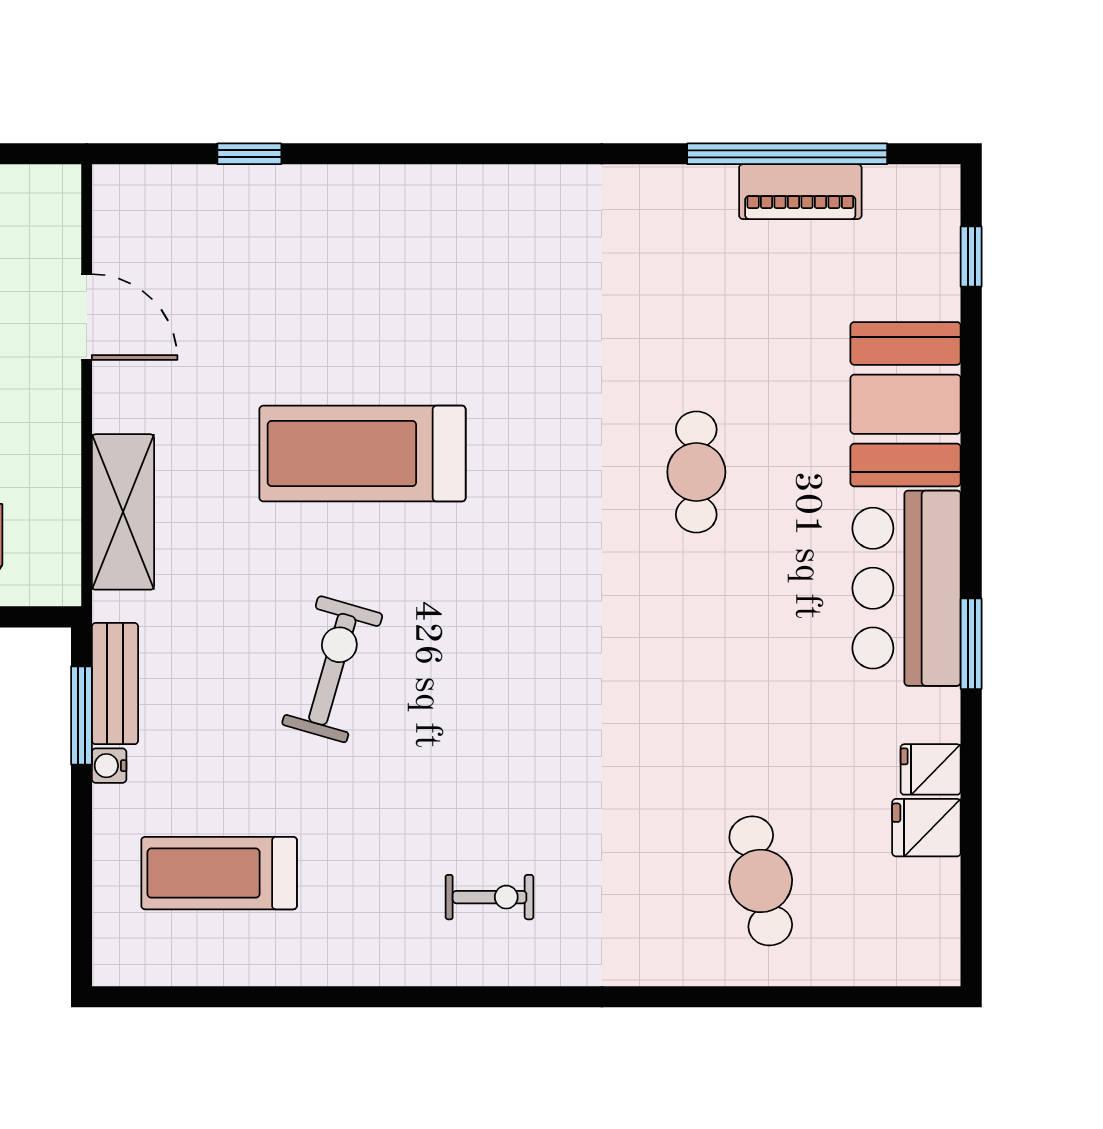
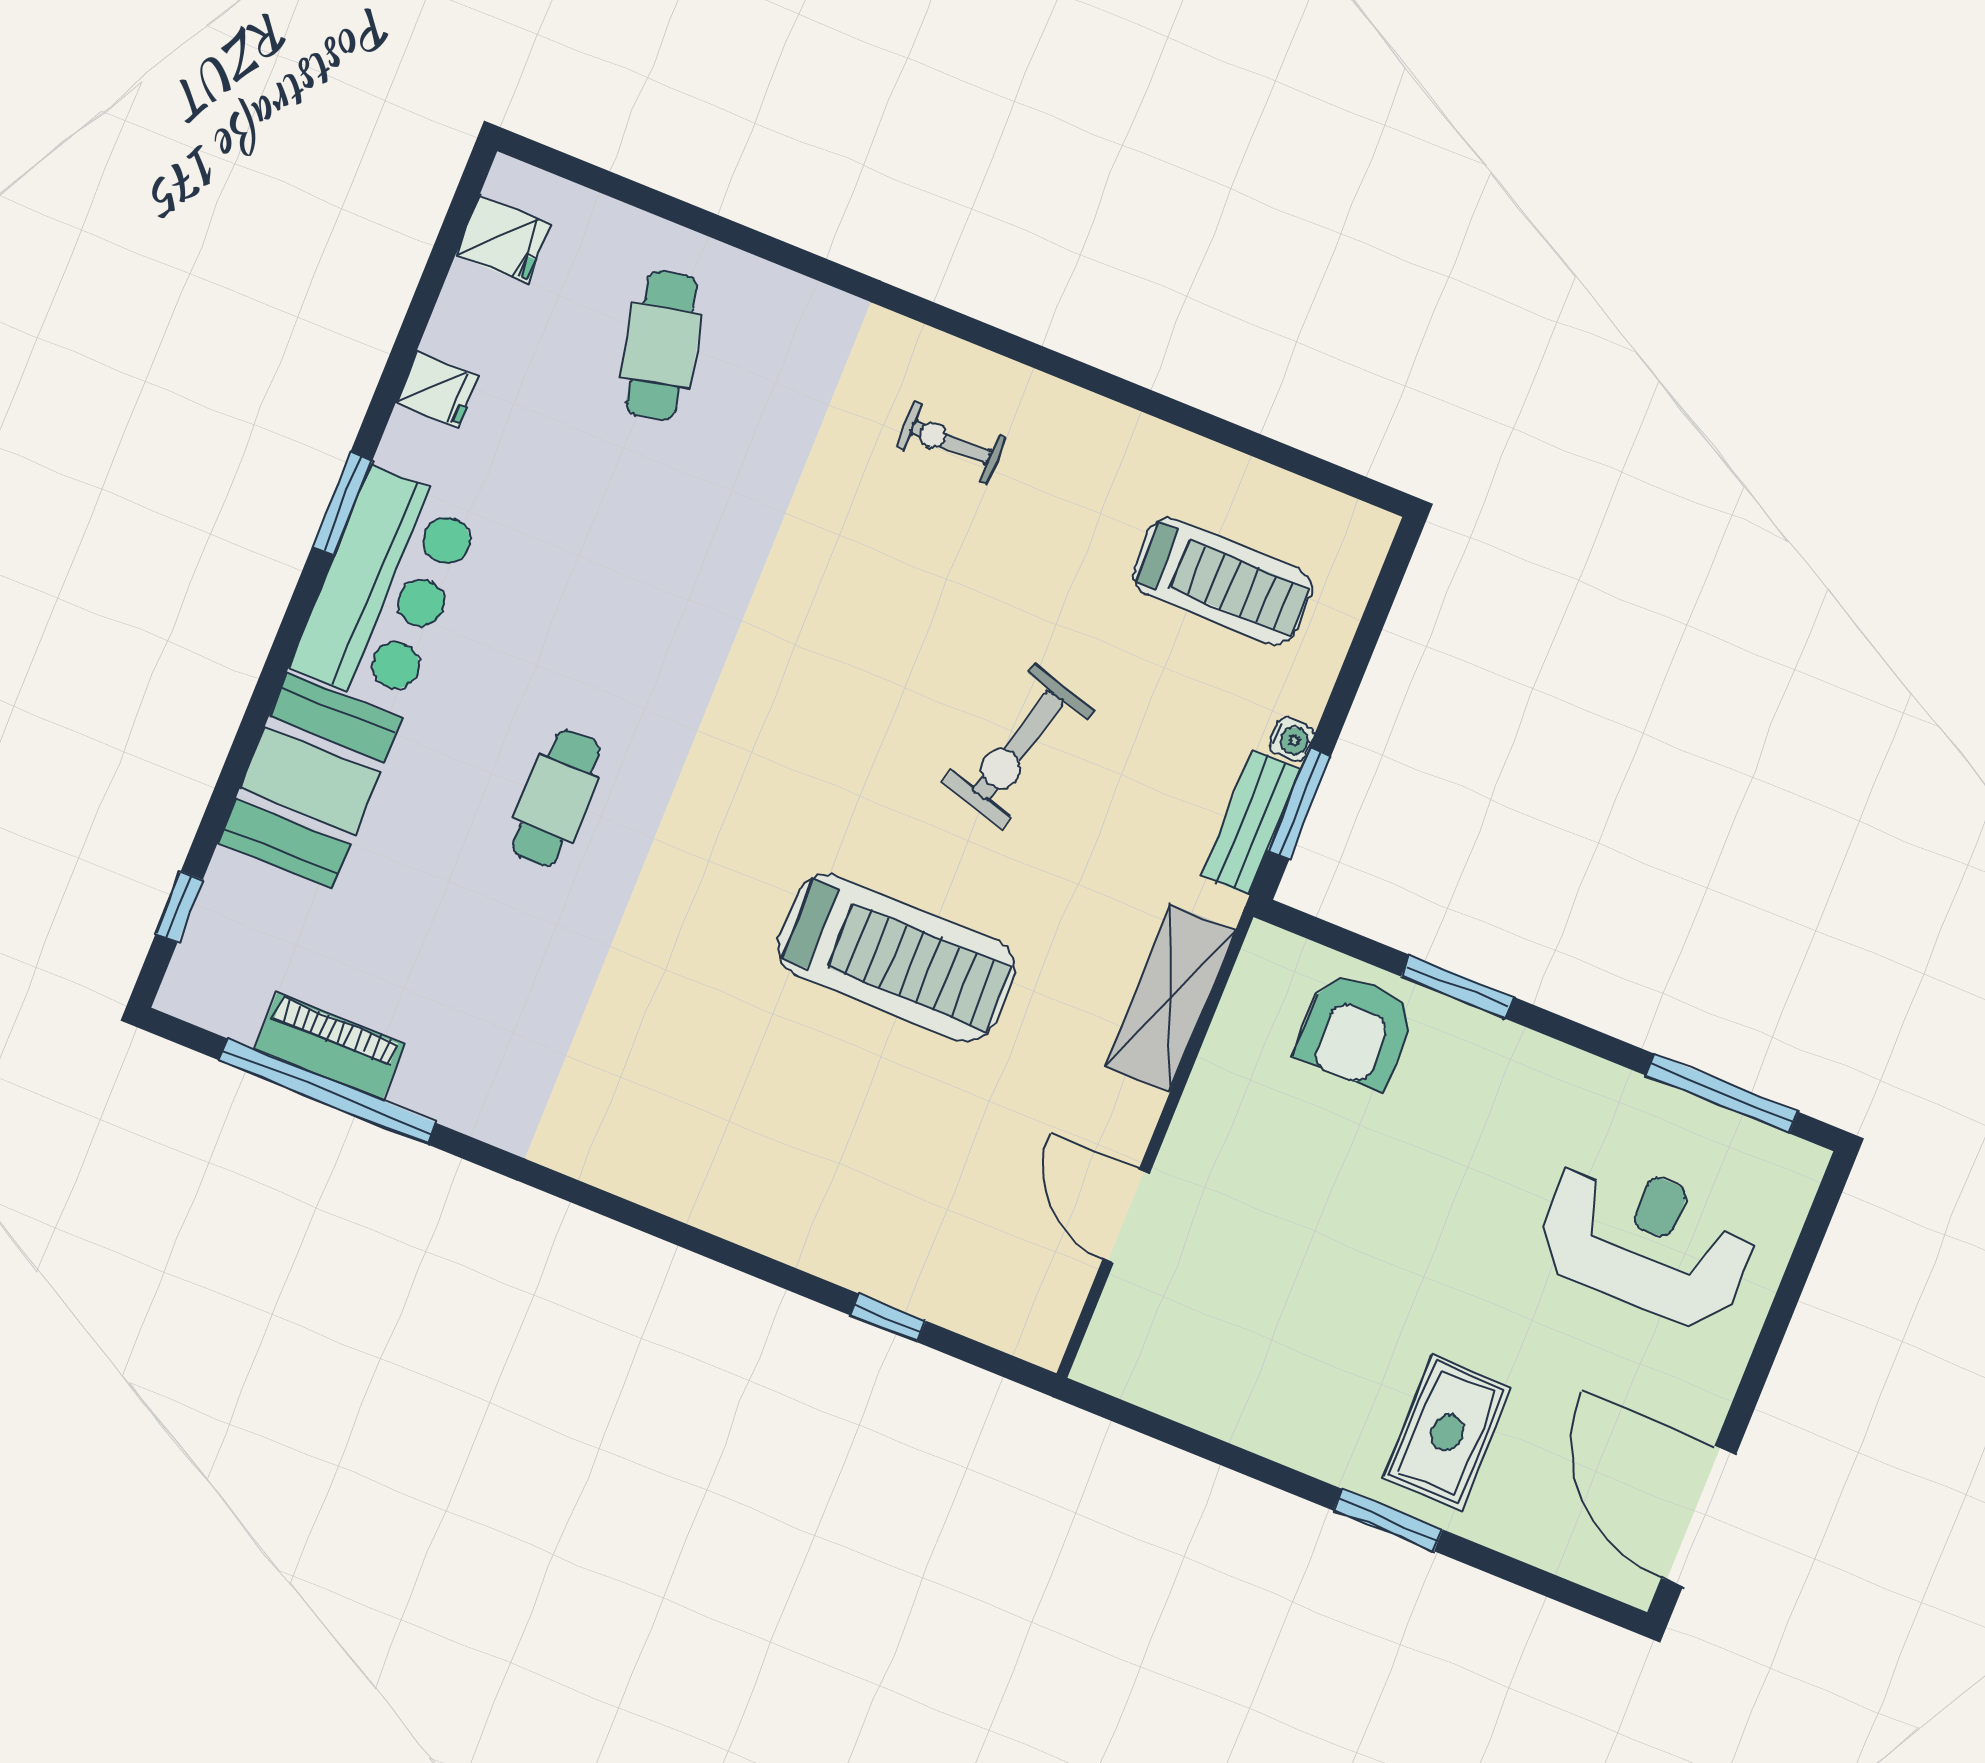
fridge: (926, 828) -> (503, 239), moved

